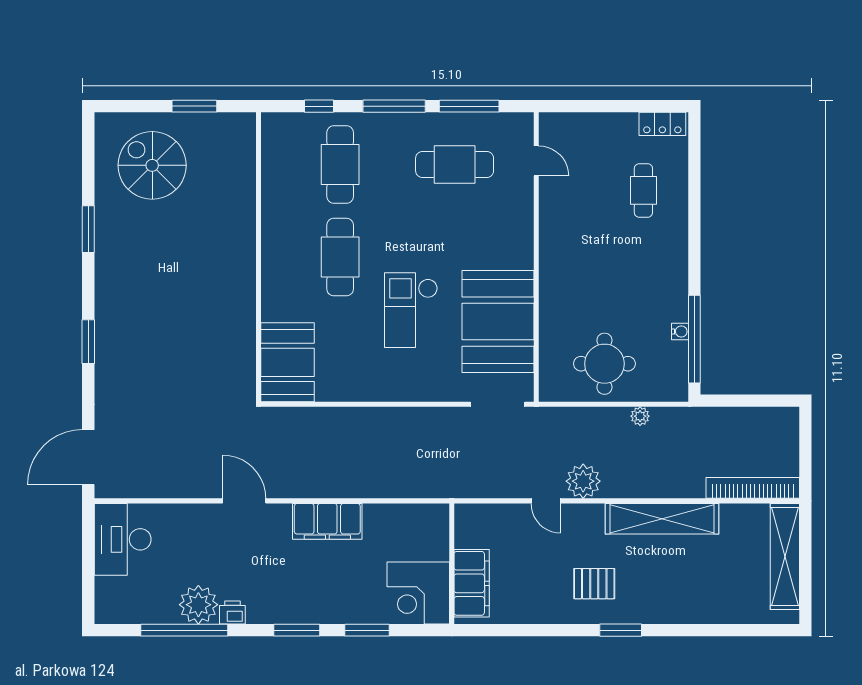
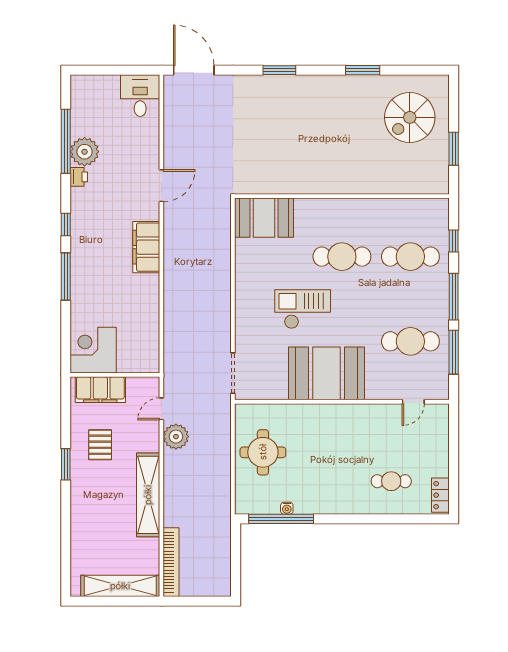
cafe table: (455, 164) -> (410, 341), turned 90
spiral stairs: (152, 165) -> (410, 117), turned 180
booth: (498, 322) -> (327, 373), moved
plant: (640, 416) -> (224, 479), removed
desk: (123, 539) -> (140, 96), width x0.73
wall: (452, 564) -> (115, 375), moved
filing cabinet: (472, 583) -> (100, 390), moved
corner desk: (418, 593) -> (93, 350), moved
window: (297, 630) -> (66, 224), width x0.67
window: (367, 630) -> (66, 277), width x1.44

